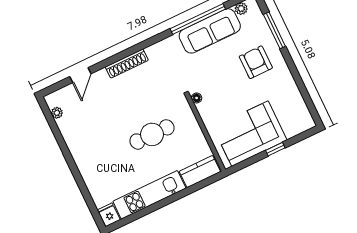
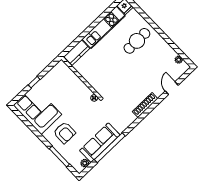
cafe table: (152, 134) -> (137, 41), moved
corner sofa: (250, 134) -> (37, 110), moved, turned -90

